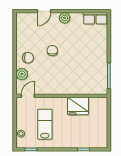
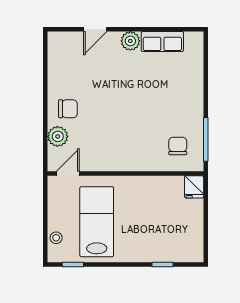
row of seats: (95, 18) -> (162, 41), moved
chair: (52, 51) -> (178, 146), moved
fridge: (78, 106) -> (194, 187), moved, width x0.53, depth x0.75
lab bench: (45, 124) -> (97, 222), width x1.36, depth x1.39

